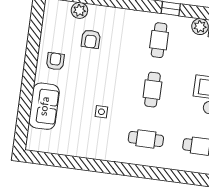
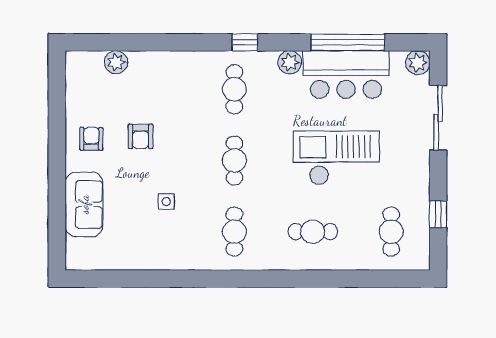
armchair: (91, 39) -> (141, 136), moved
cafe table: (146, 139) -> (234, 232), turned 90

